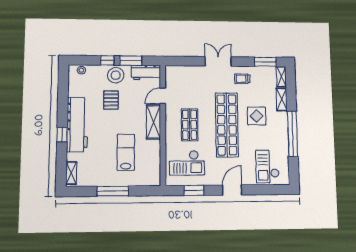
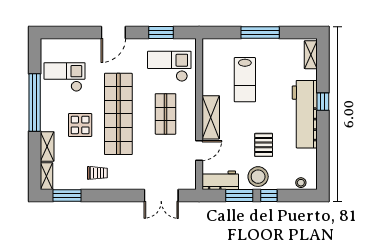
double door: (218, 61) -> (161, 195), moved
checkout: (267, 166) -> (64, 77), moved, turned -90

